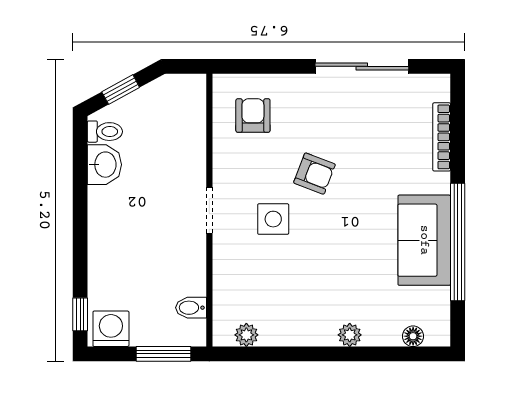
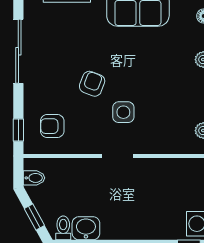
window: (247, 66) -> (18, 130), added
bidet: (191, 308) -> (34, 178), moved, turned -90

